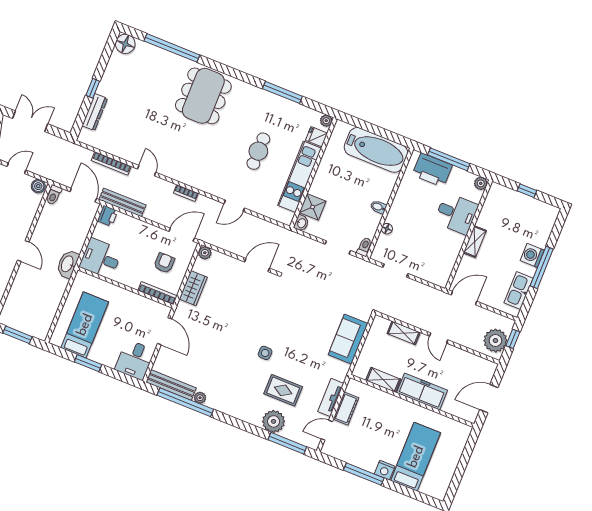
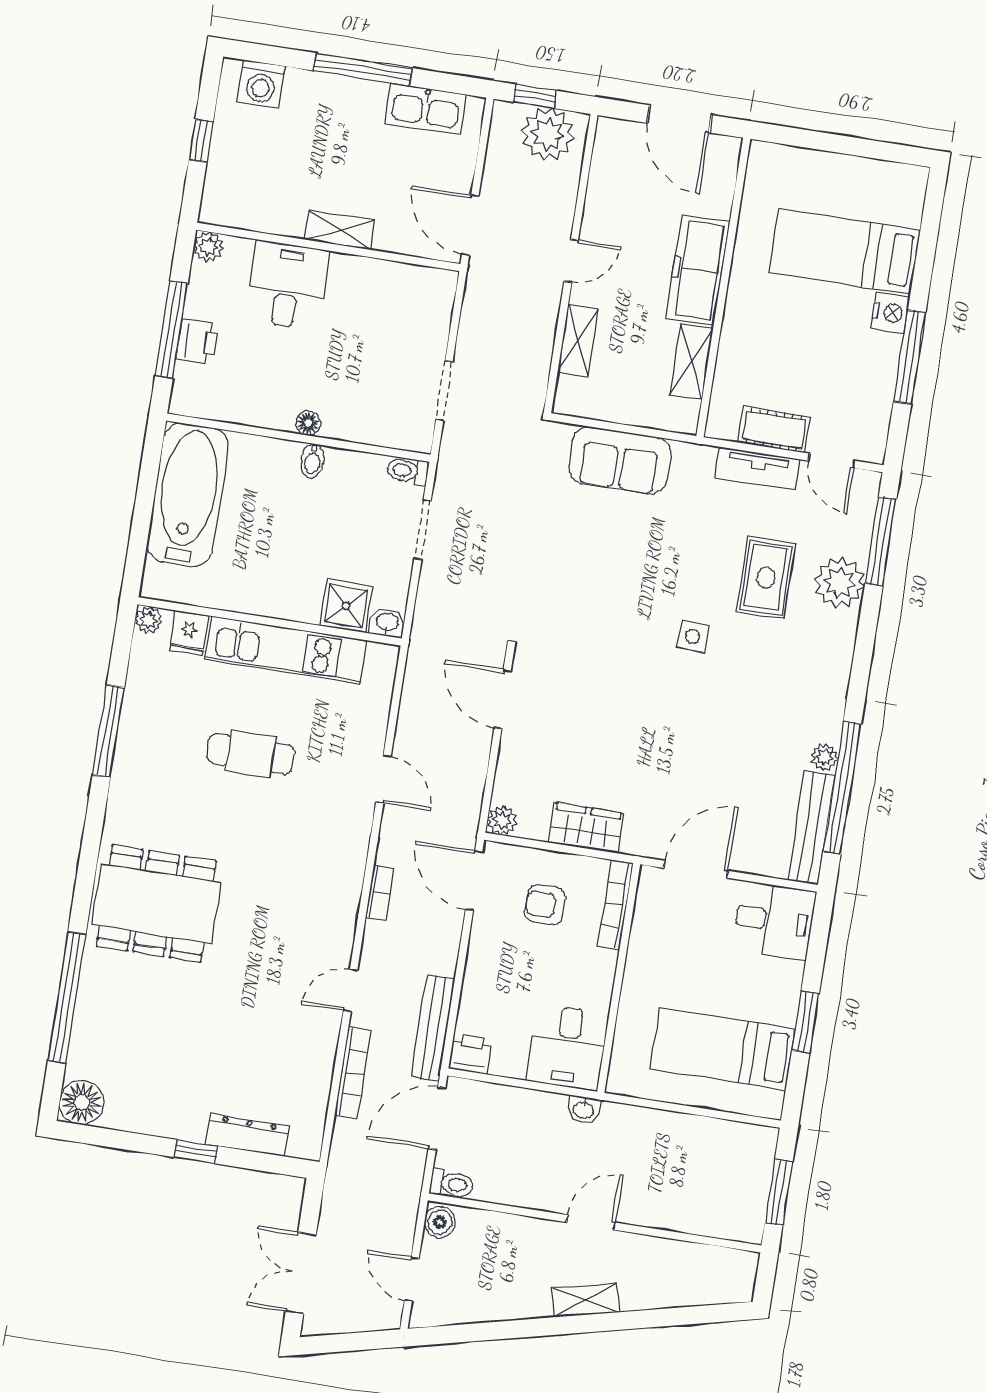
printer: (432, 170) -> (197, 341), width x0.53, depth x0.68
floor lamp: (387, 229) -> (308, 423), moved
washing machine: (532, 255) -> (261, 84), moved
washbasin: (68, 264) -> (584, 1110), width x0.52, depth x0.69

